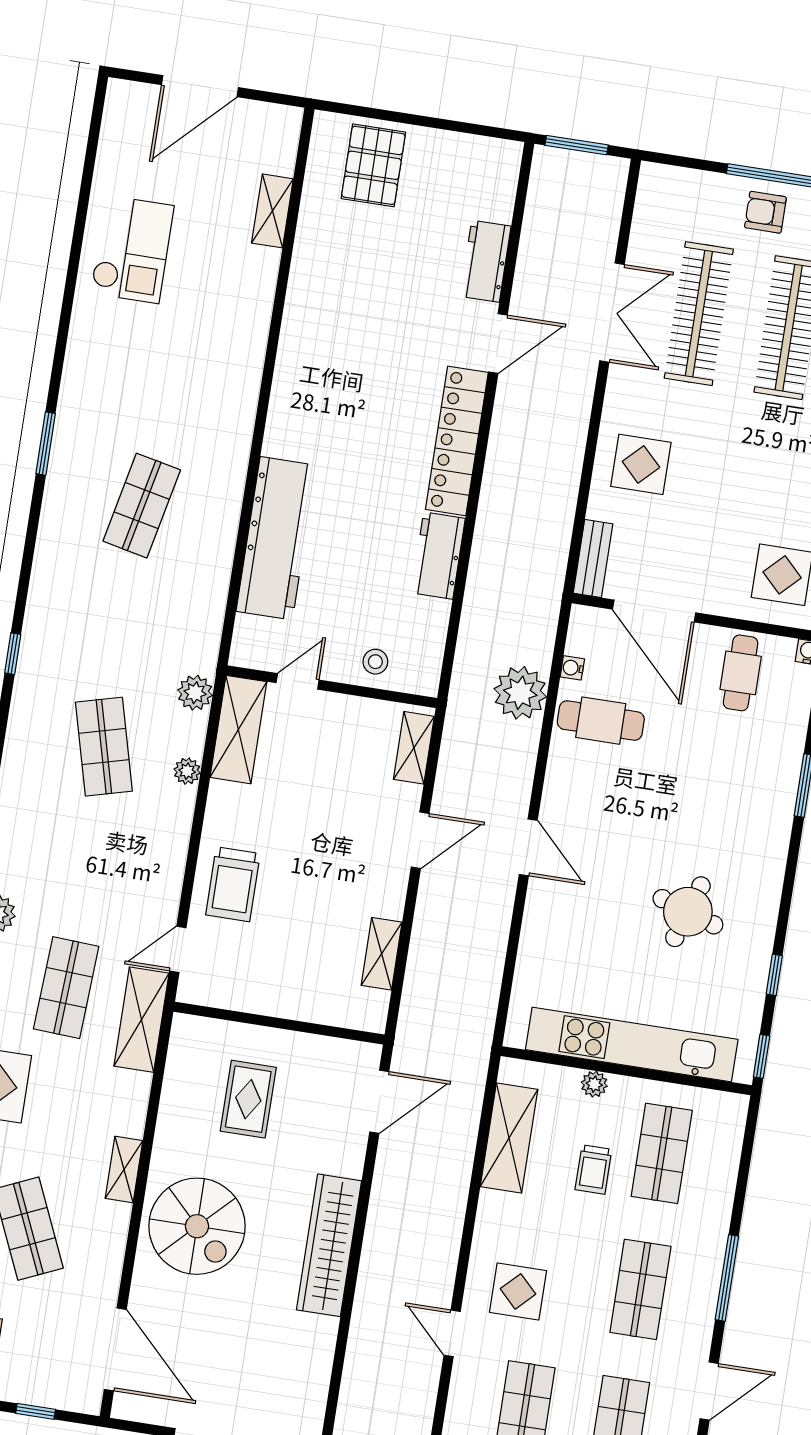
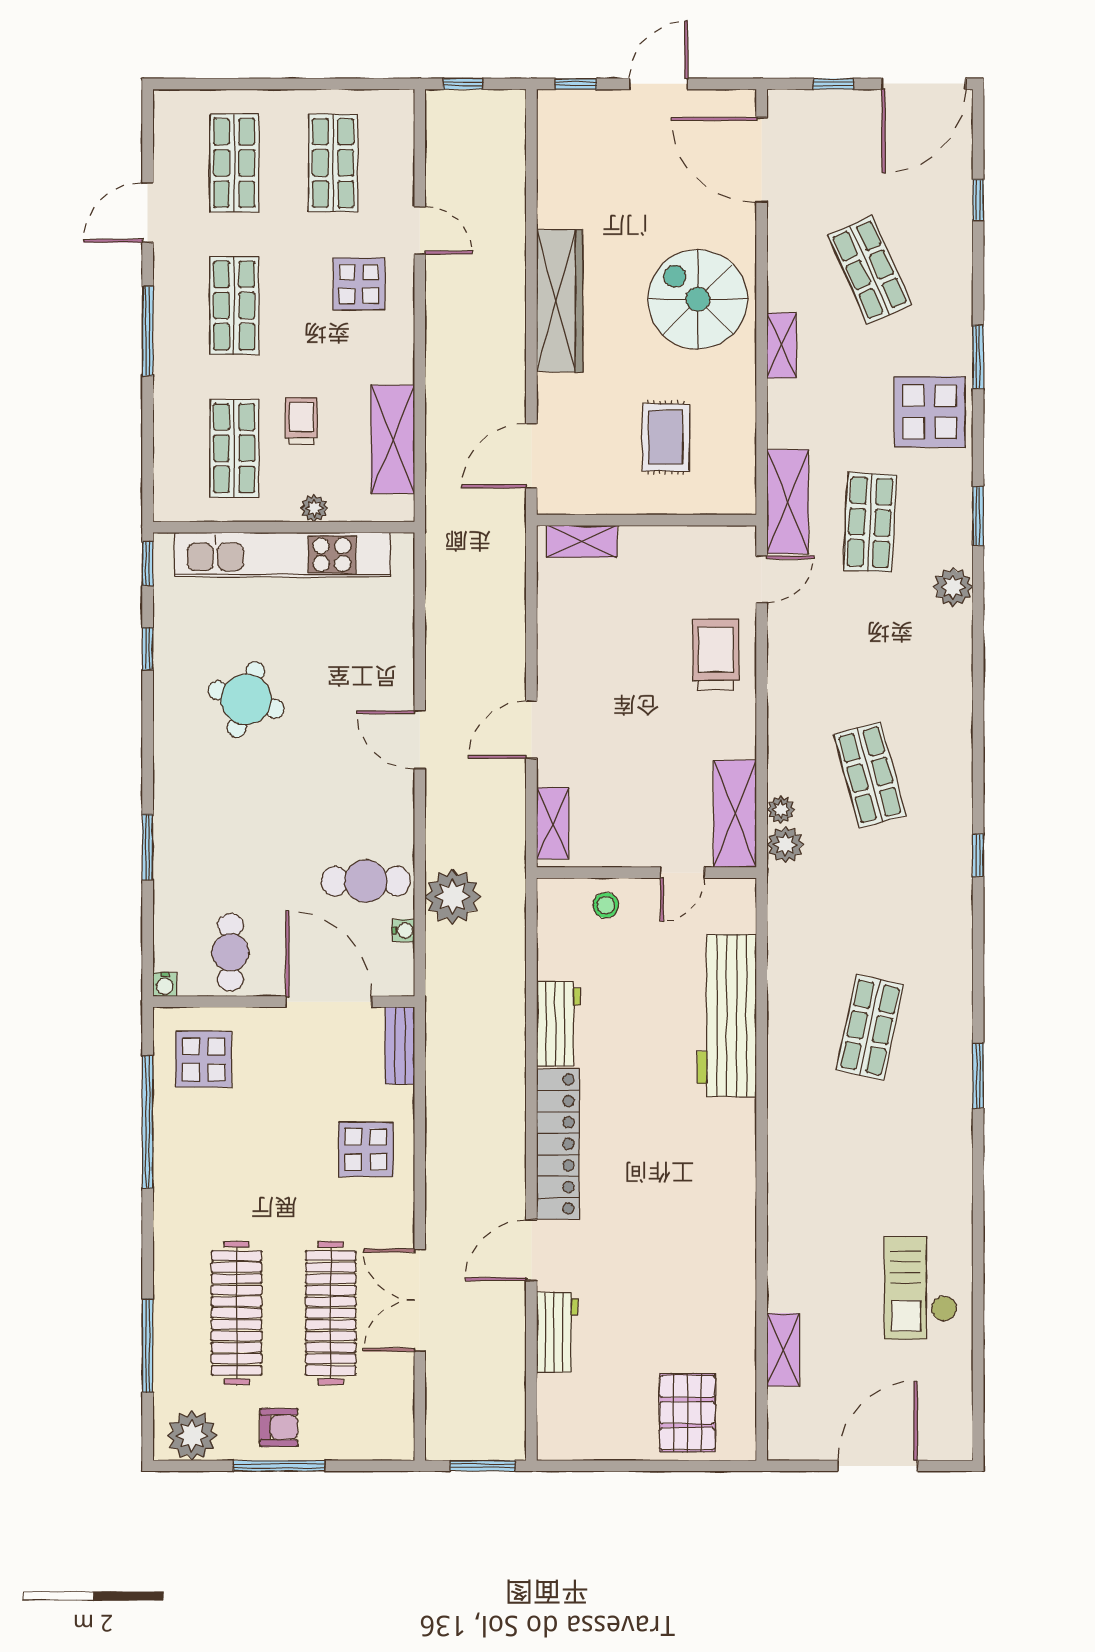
plant: (187, 771) -> (781, 810), moved
shelving: (382, 954) -> (582, 541), moved, turned 90

